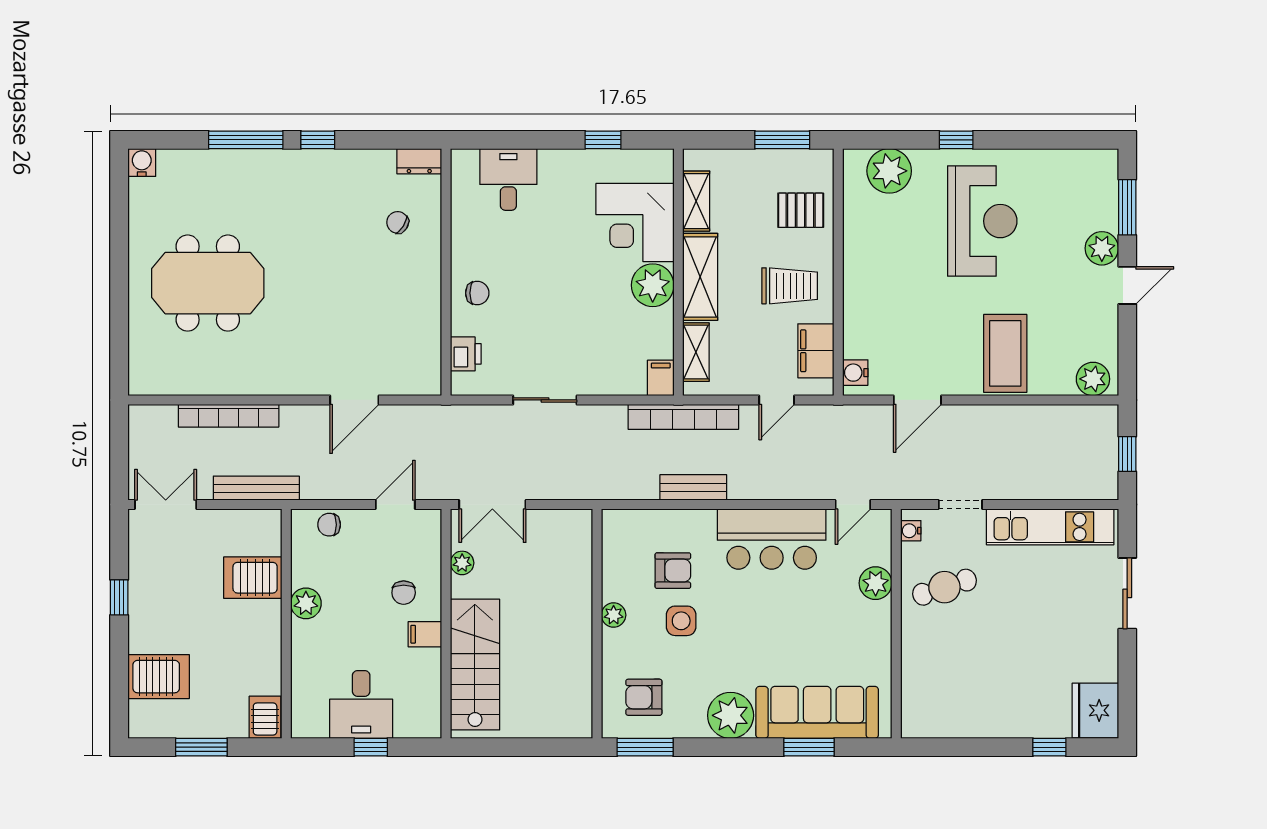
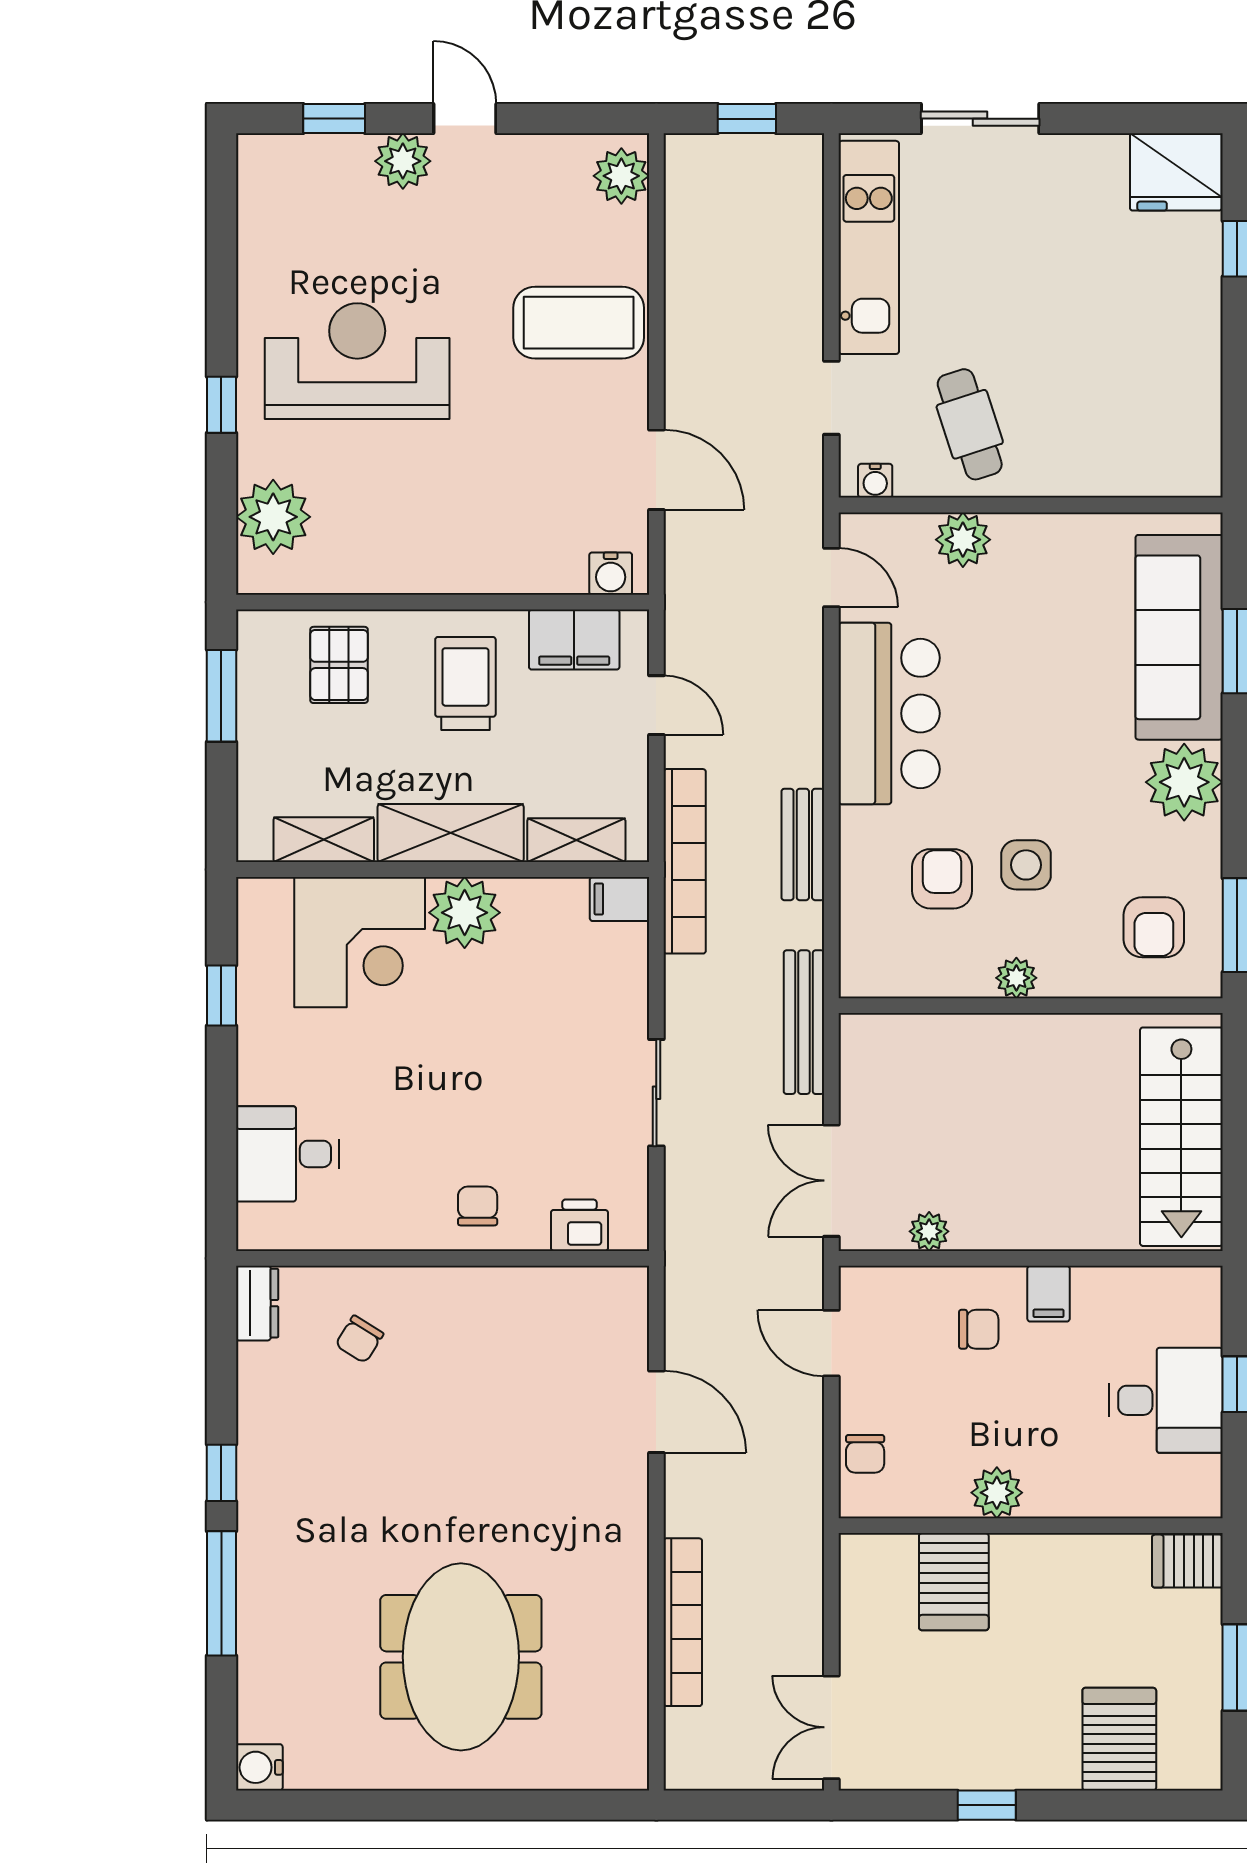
window: (1127, 207) -> (334, 119), width x0.67
bench: (256, 488) -> (804, 1022), moved
double door: (492, 505) -> (831, 1181), swing flipped
stairs: (475, 665) -> (1181, 1137), moved, turned -90

